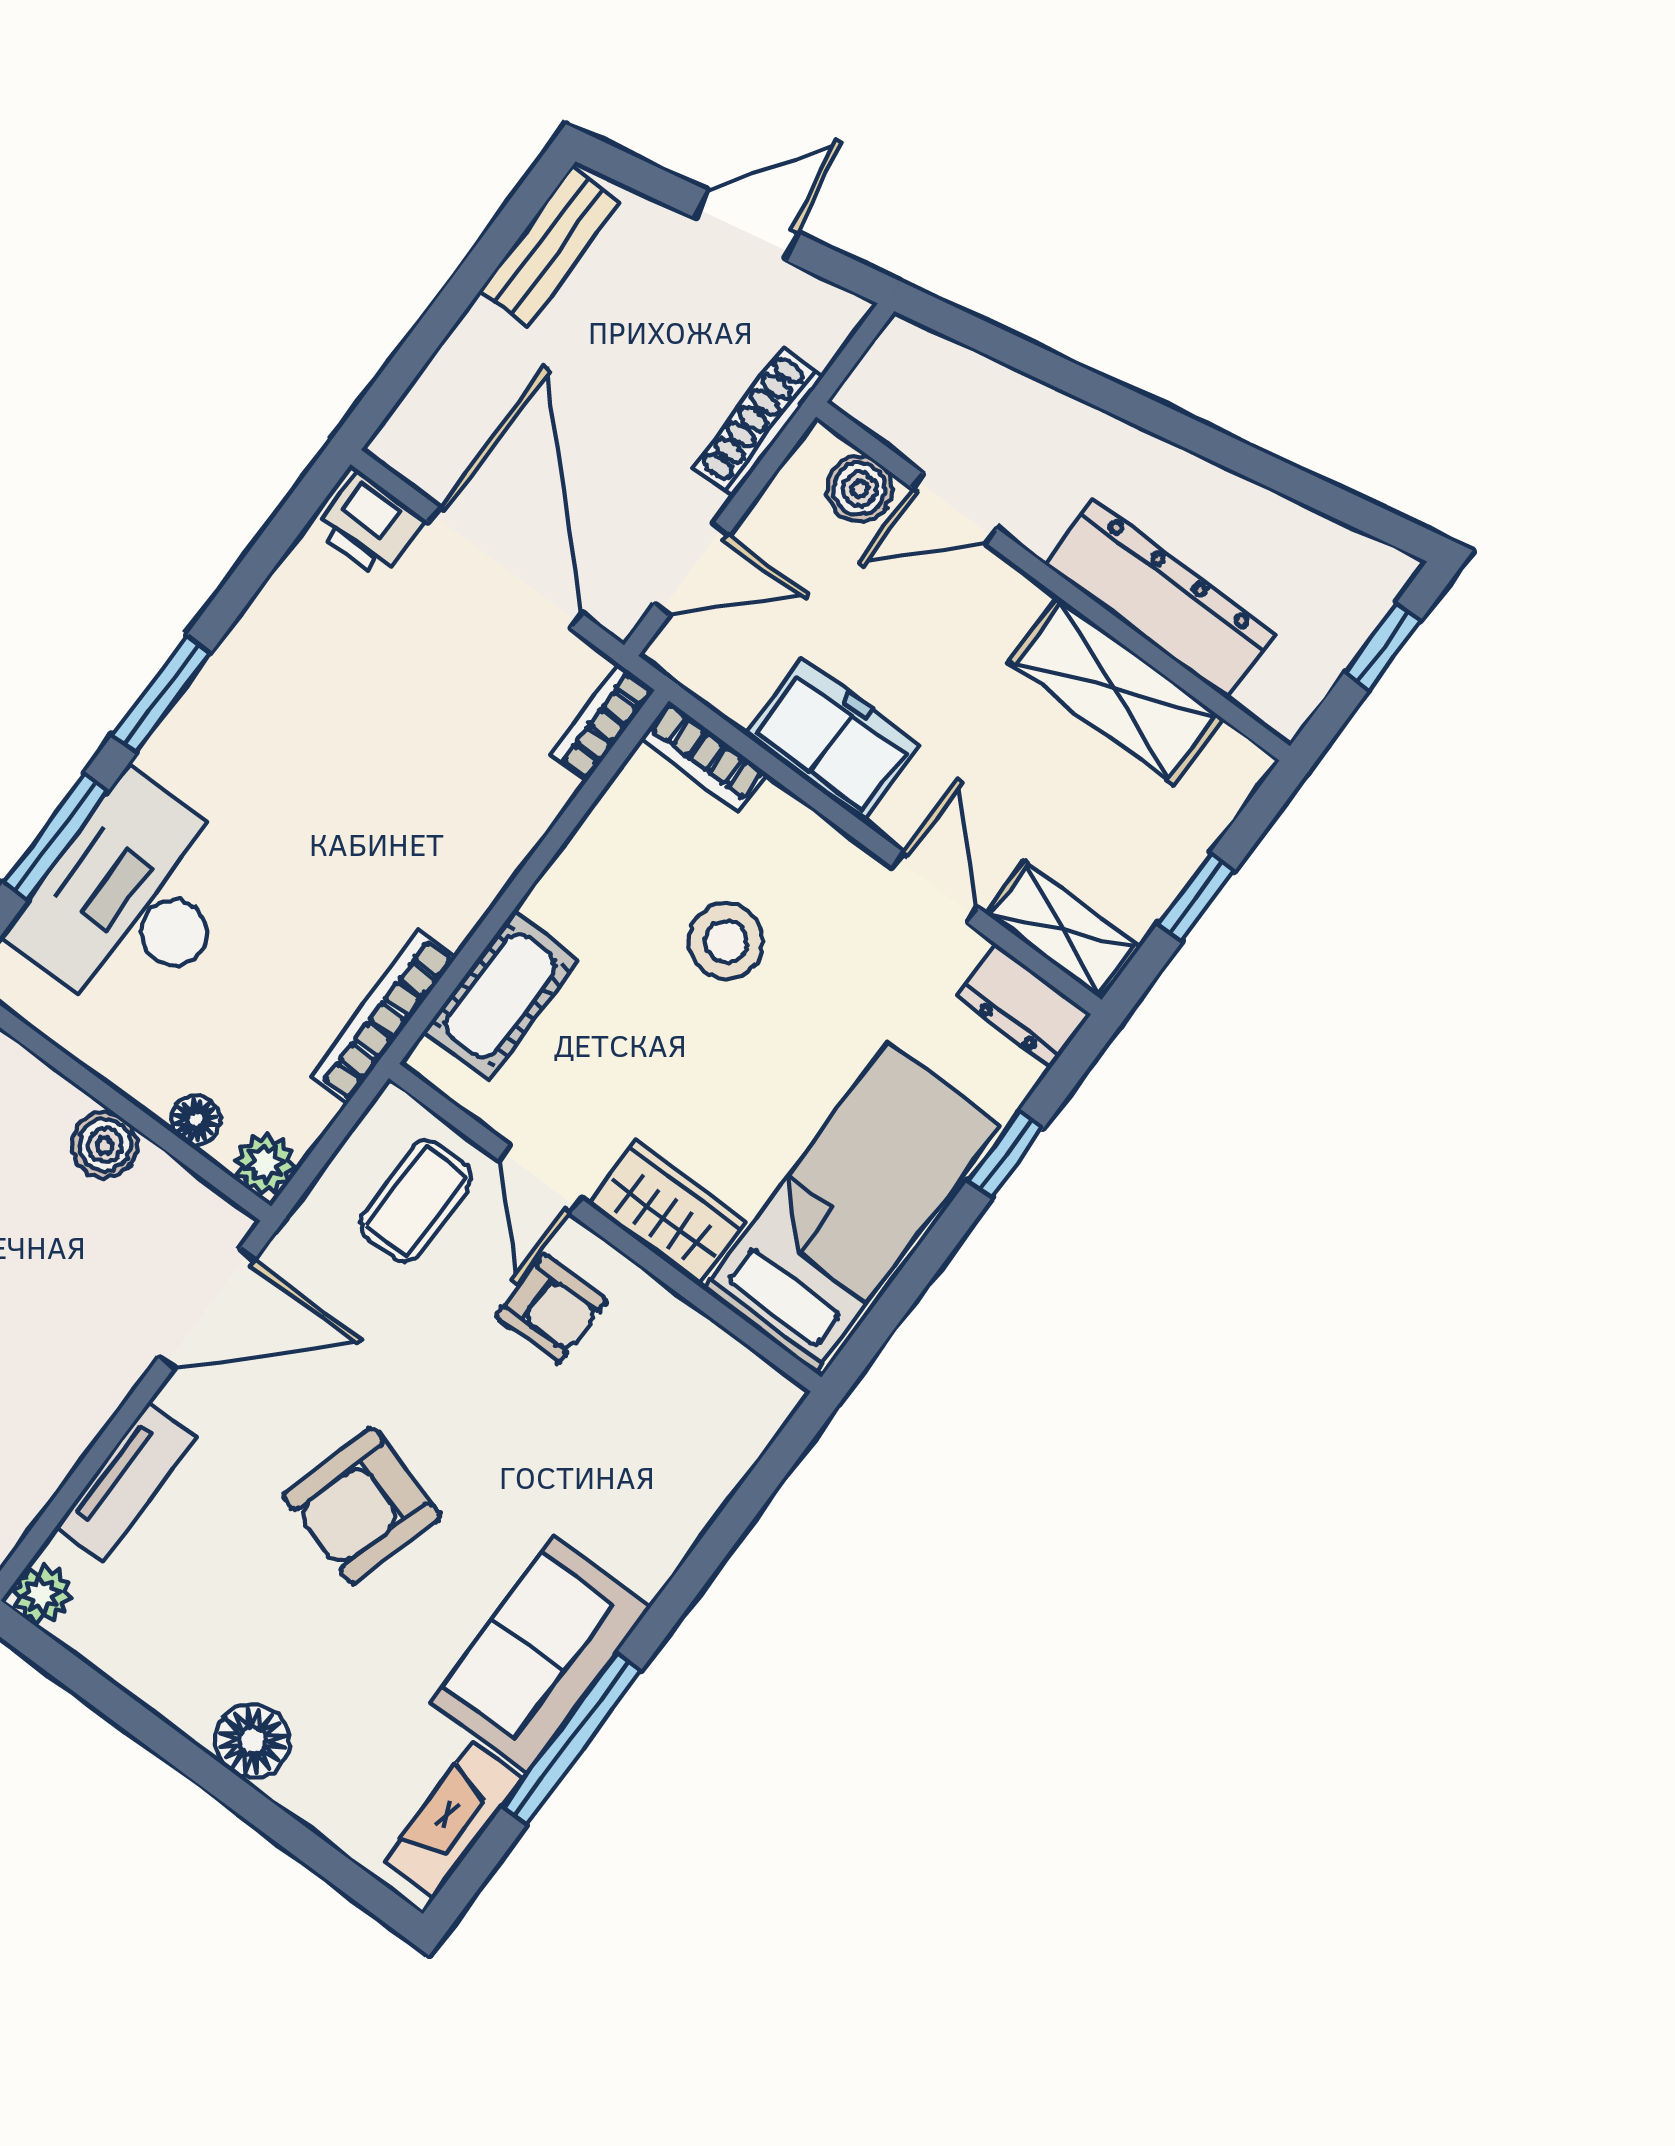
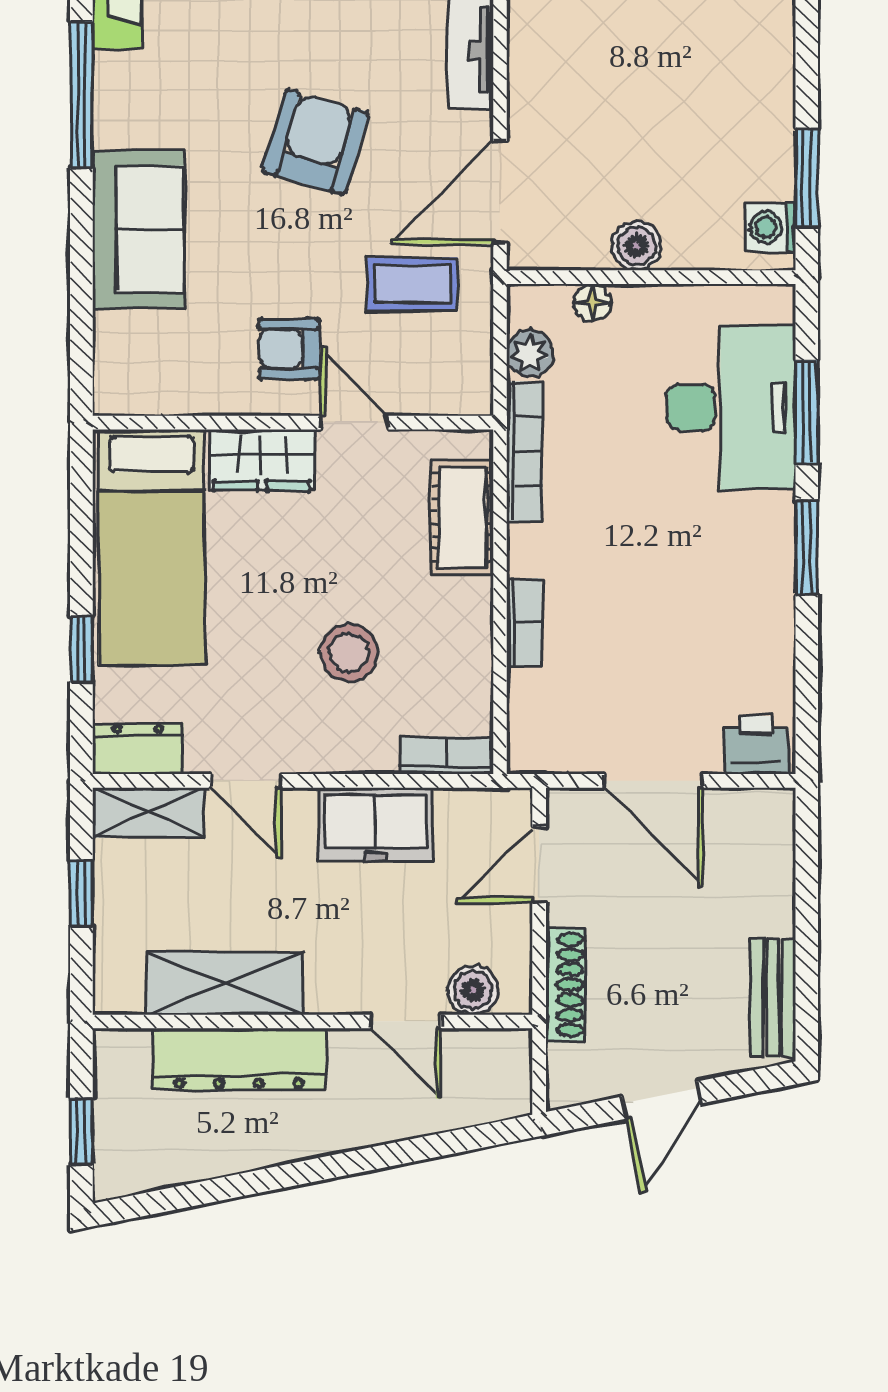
door: (955, 508) -> (406, 1021), swing flipped
door: (505, 568) -> (654, 781), width x0.73
bookcase: (602, 722) -> (524, 622), moved
plant: (265, 1164) -> (530, 354), moved
coffee table: (416, 1201) -> (412, 284), moved, turned 90
sofa: (541, 1655) -> (138, 229), moved

